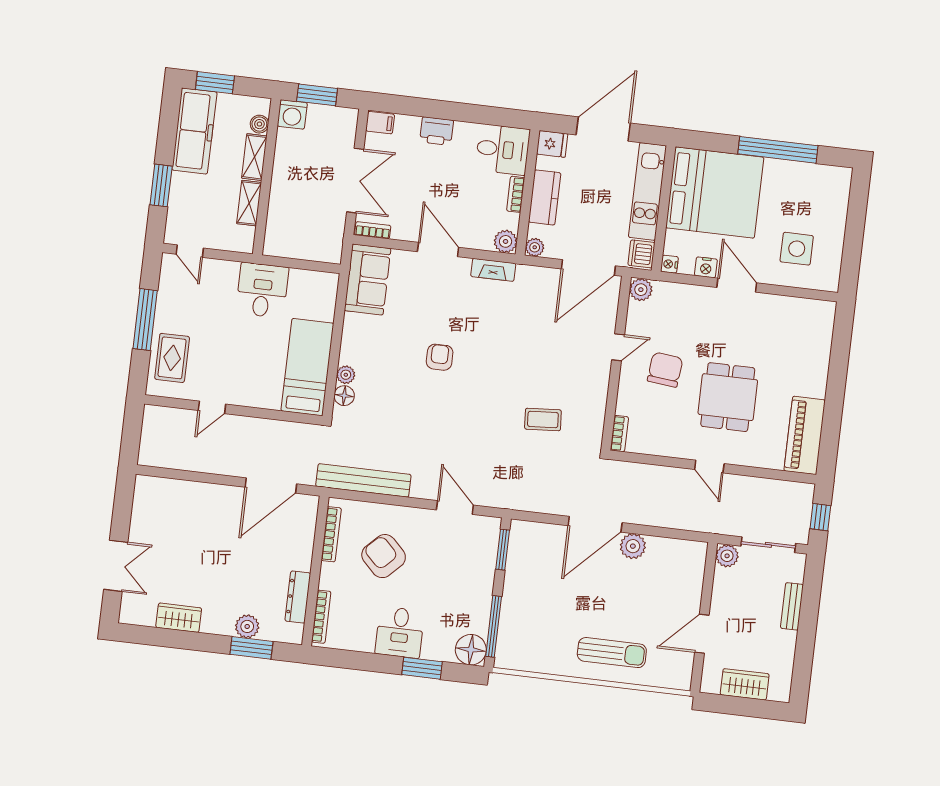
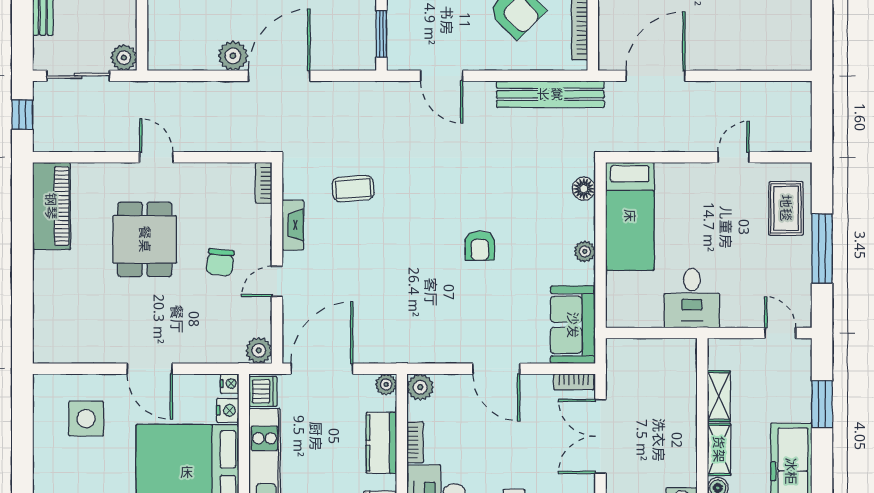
nightstand: (706, 267) -> (228, 410), moved, turned 90
fireplace: (493, 270) -> (293, 225), moved, turned 90
chair: (665, 370) -> (220, 262), width x0.73, depth x0.73
plant: (346, 375) -> (585, 252), moved

